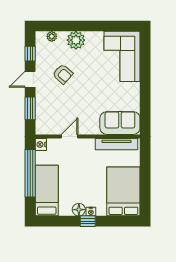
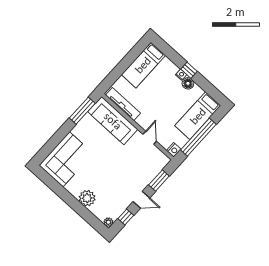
plant: (52, 36) -> (108, 222), moved
armchair: (63, 74) -> (116, 184), removed
window: (145, 108) -> (82, 111), added
sofa: (120, 123) -> (113, 121), width x1.36
door: (70, 137) -> (150, 138), swing flipped
bed: (123, 191) -> (143, 65), width x0.67

